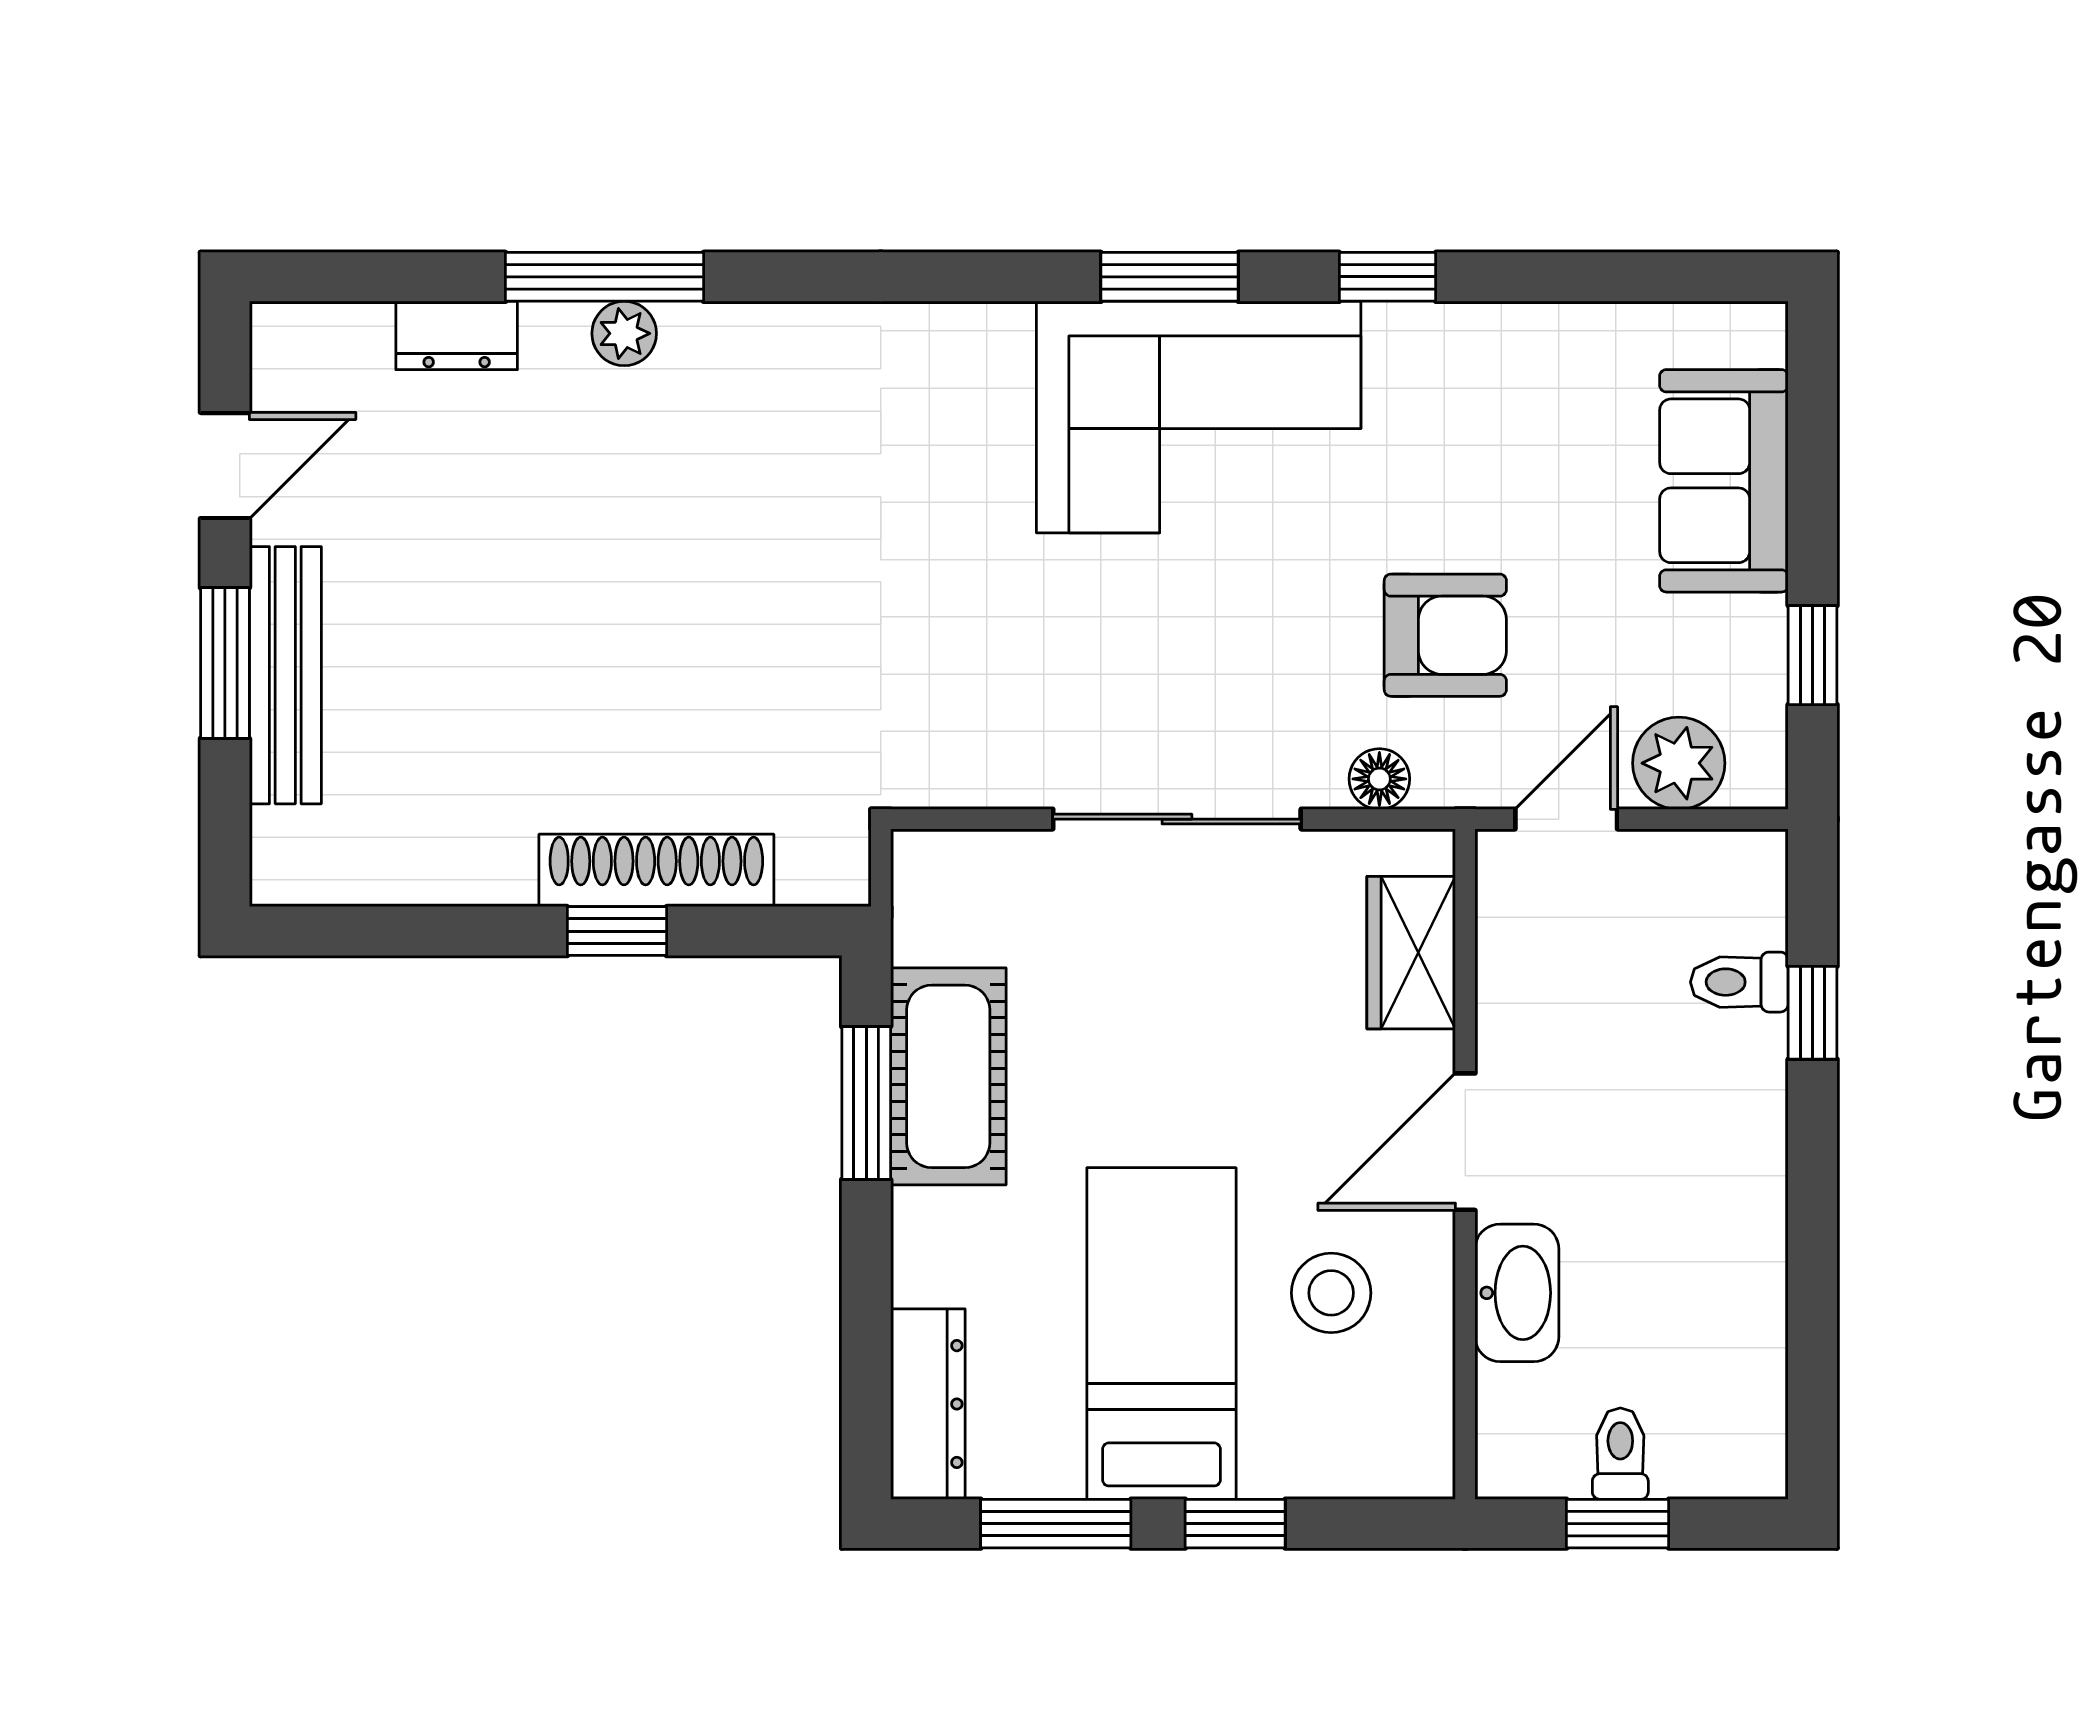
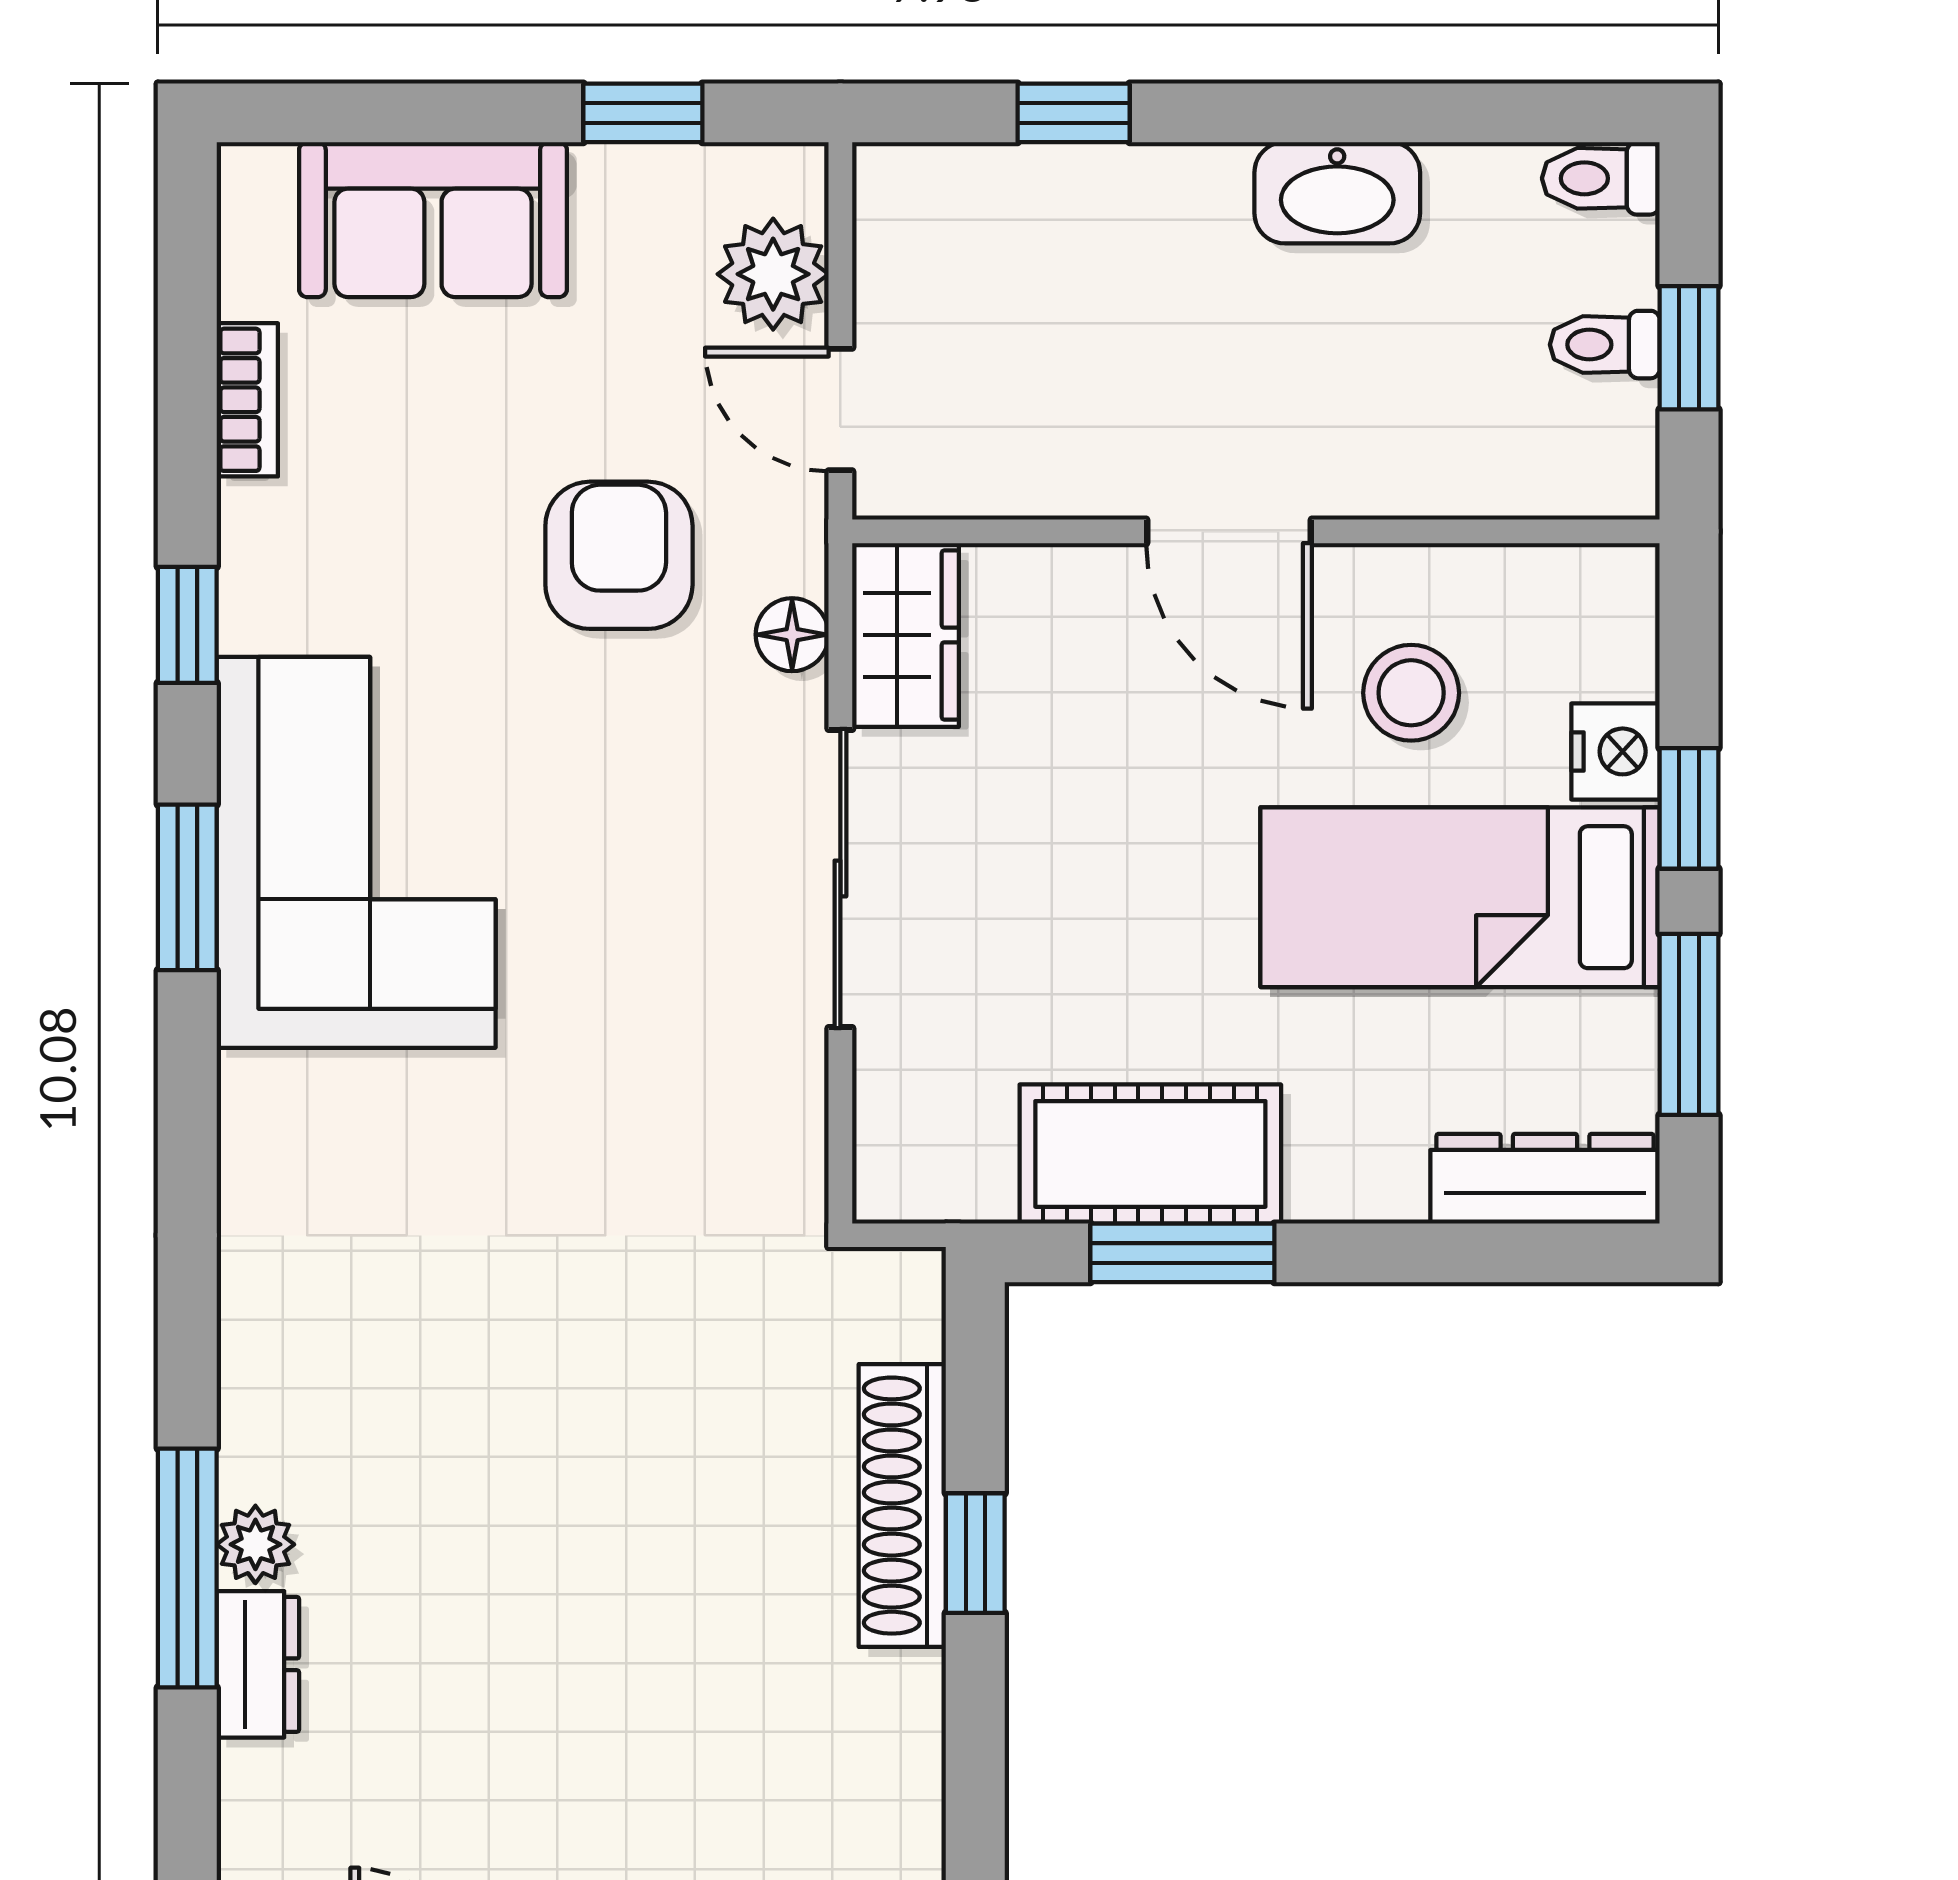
bookcase: (1574, 327) -> (247, 400), added
dresser: (457, 335) -> (258, 1664), moved
wardrobe: (1411, 953) -> (905, 635), moved, turned -90
toilet: (1739, 982) -> (1601, 178), moved, turned 90
washbasin: (1517, 1293) -> (1337, 193), moved, turned 180
nightstand: (1282, 1463) -> (1616, 751), added

